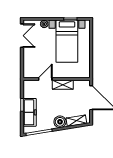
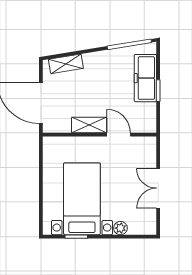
double door: (22, 36) -> (158, 188), moved
door: (45, 79) -> (119, 135), swing flipped
boiler: (60, 122) -> (94, 62), removed

